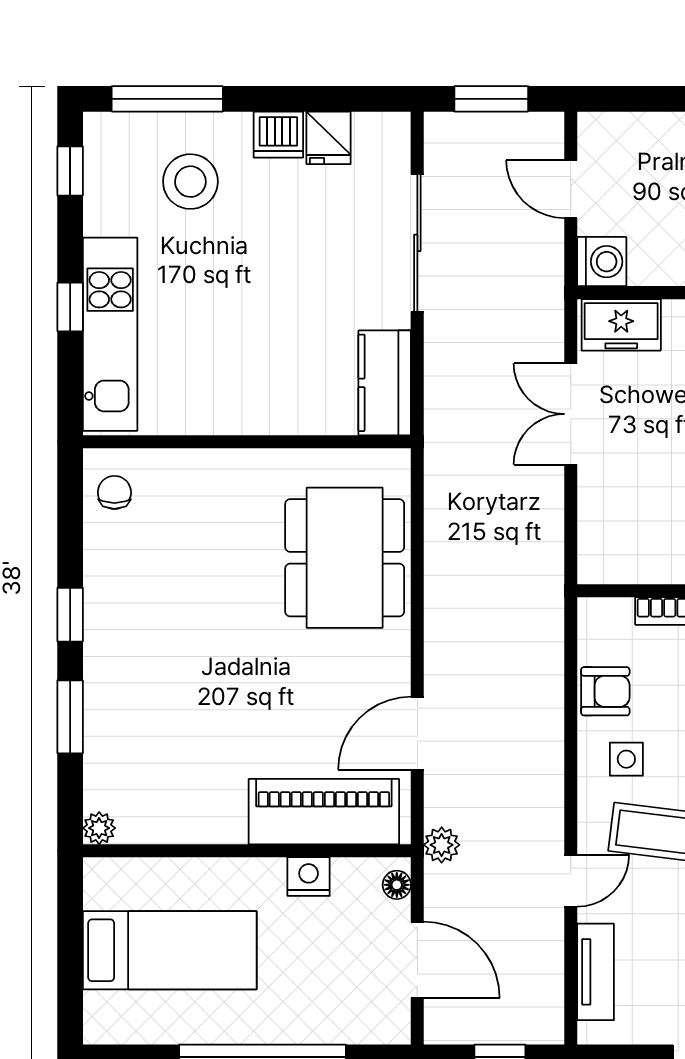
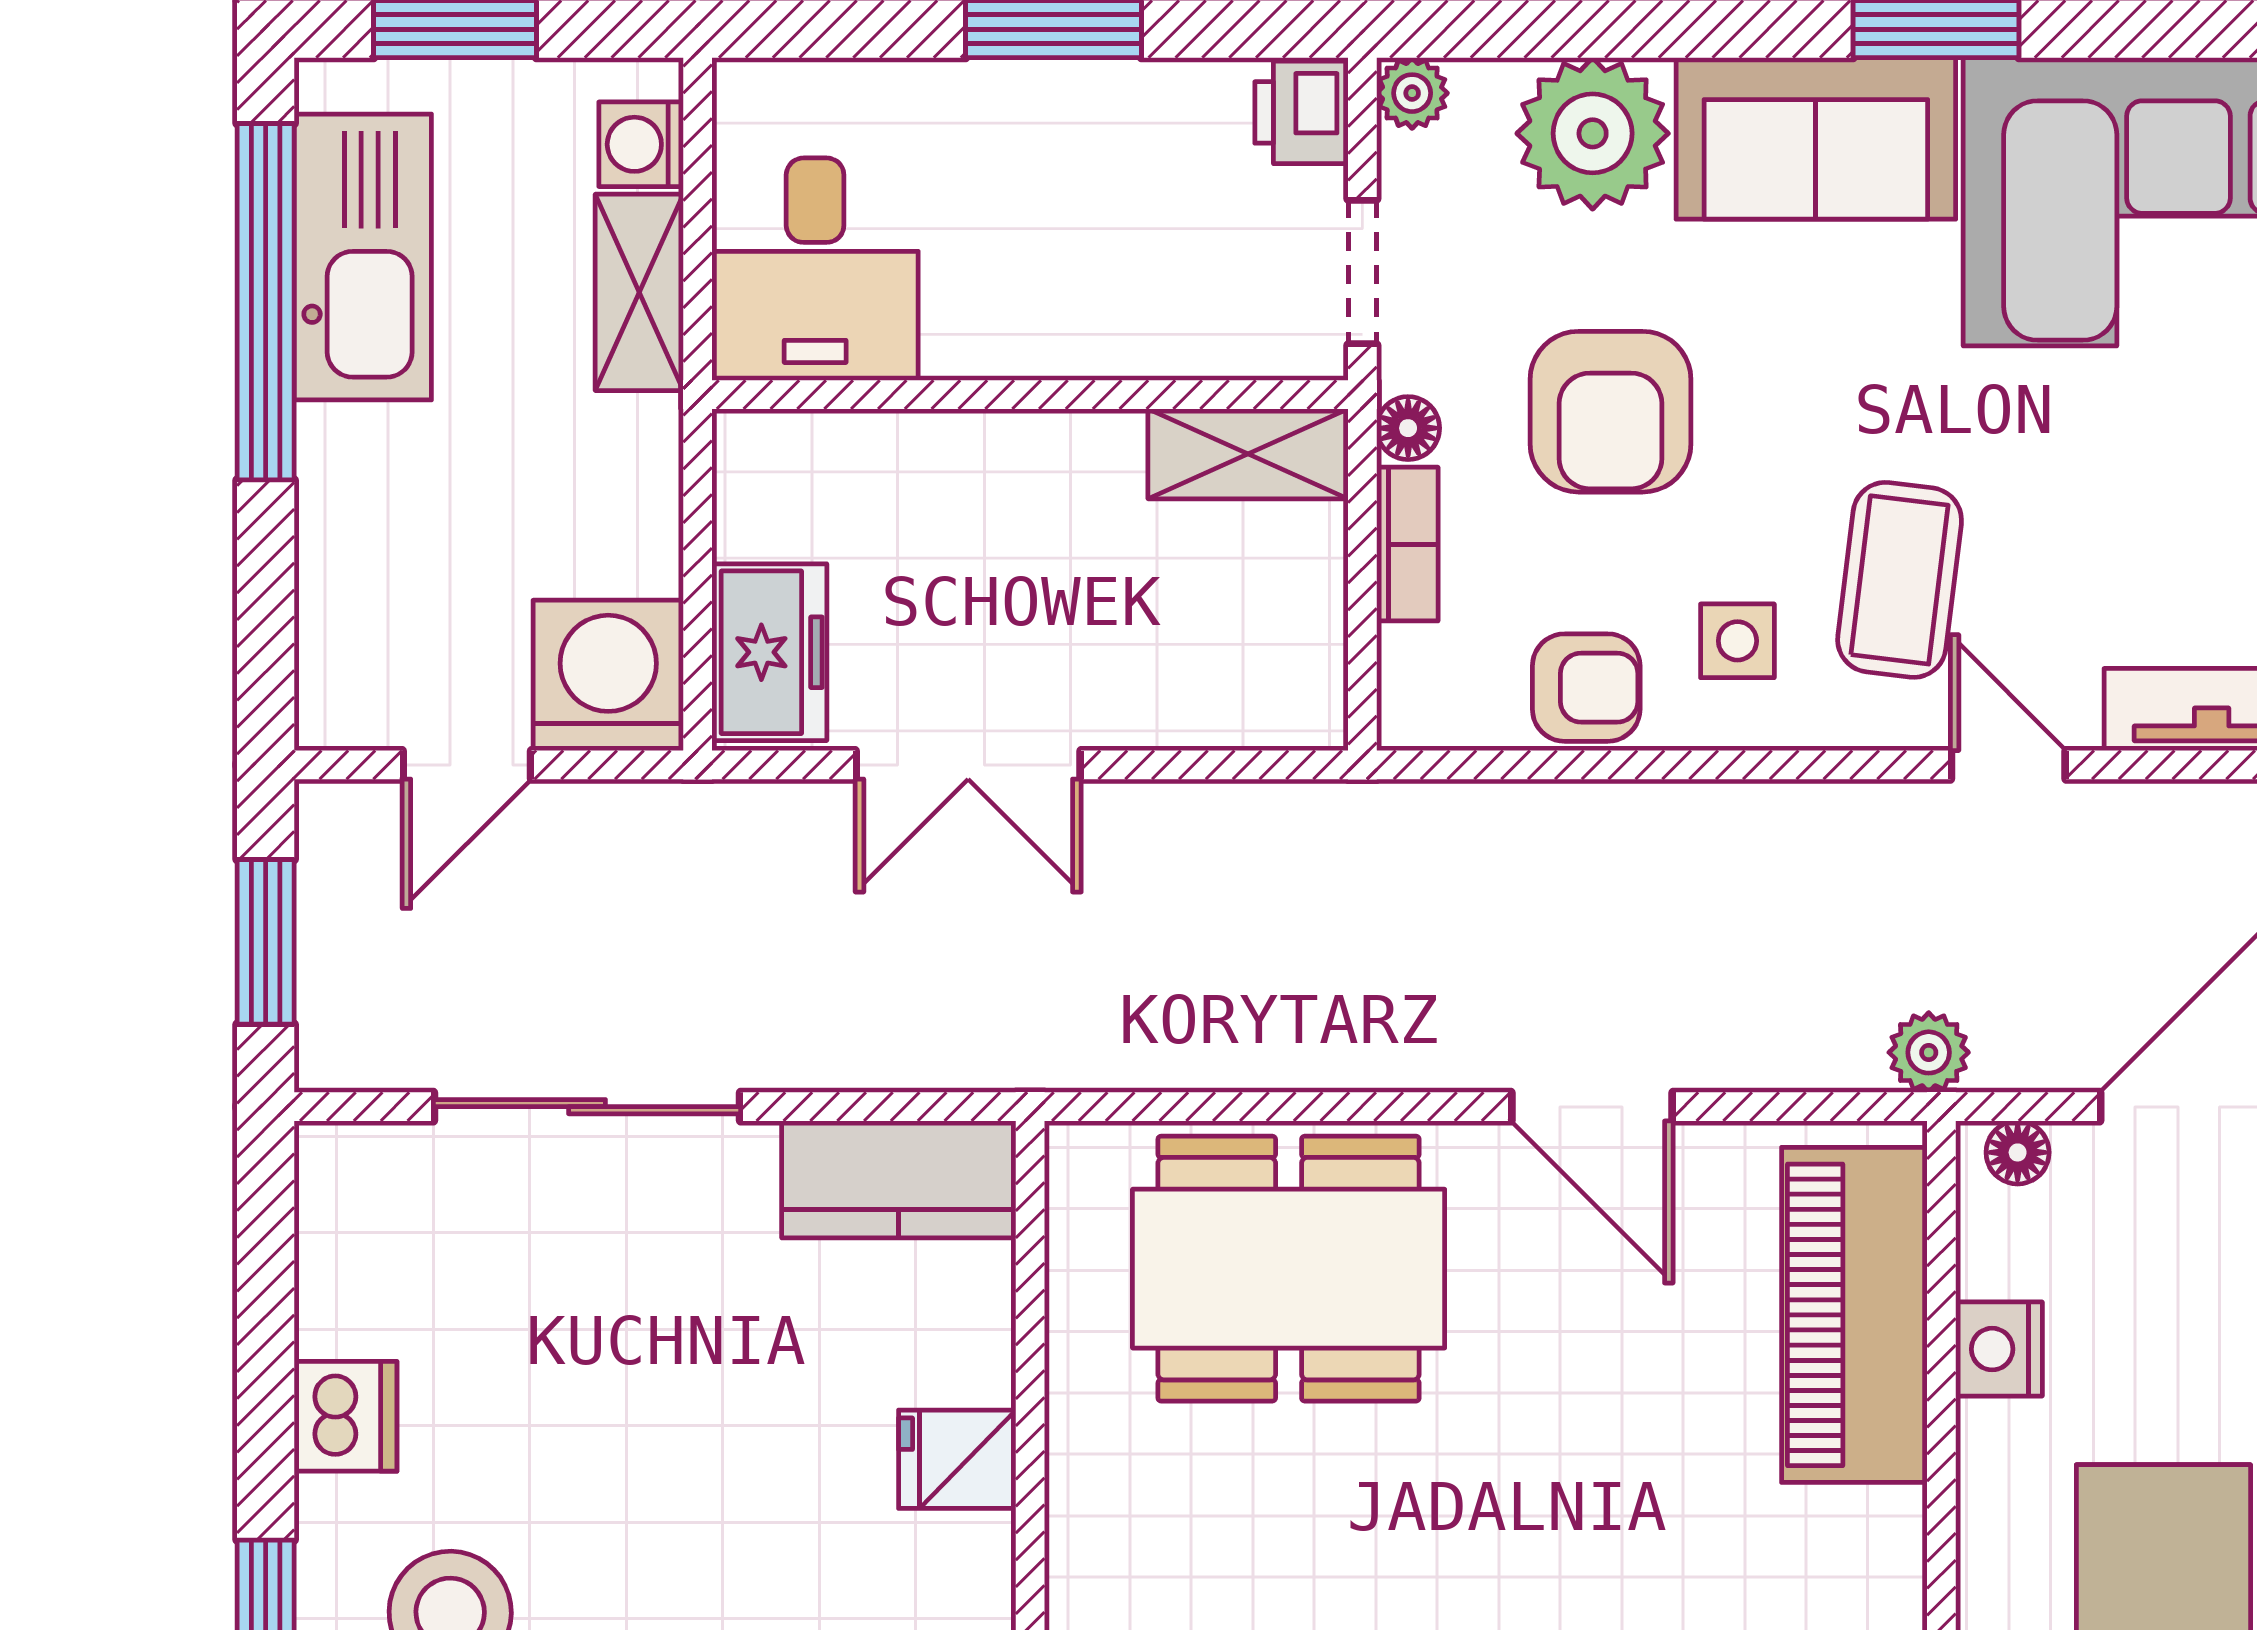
fridge: (328, 138) -> (957, 1459), moved, turned 180
washing machine: (602, 262) -> (608, 675), width x1.37, depth x1.37
armchair: (605, 691) -> (1586, 688), turned 90
door: (417, 733) -> (1592, 1107), moved

